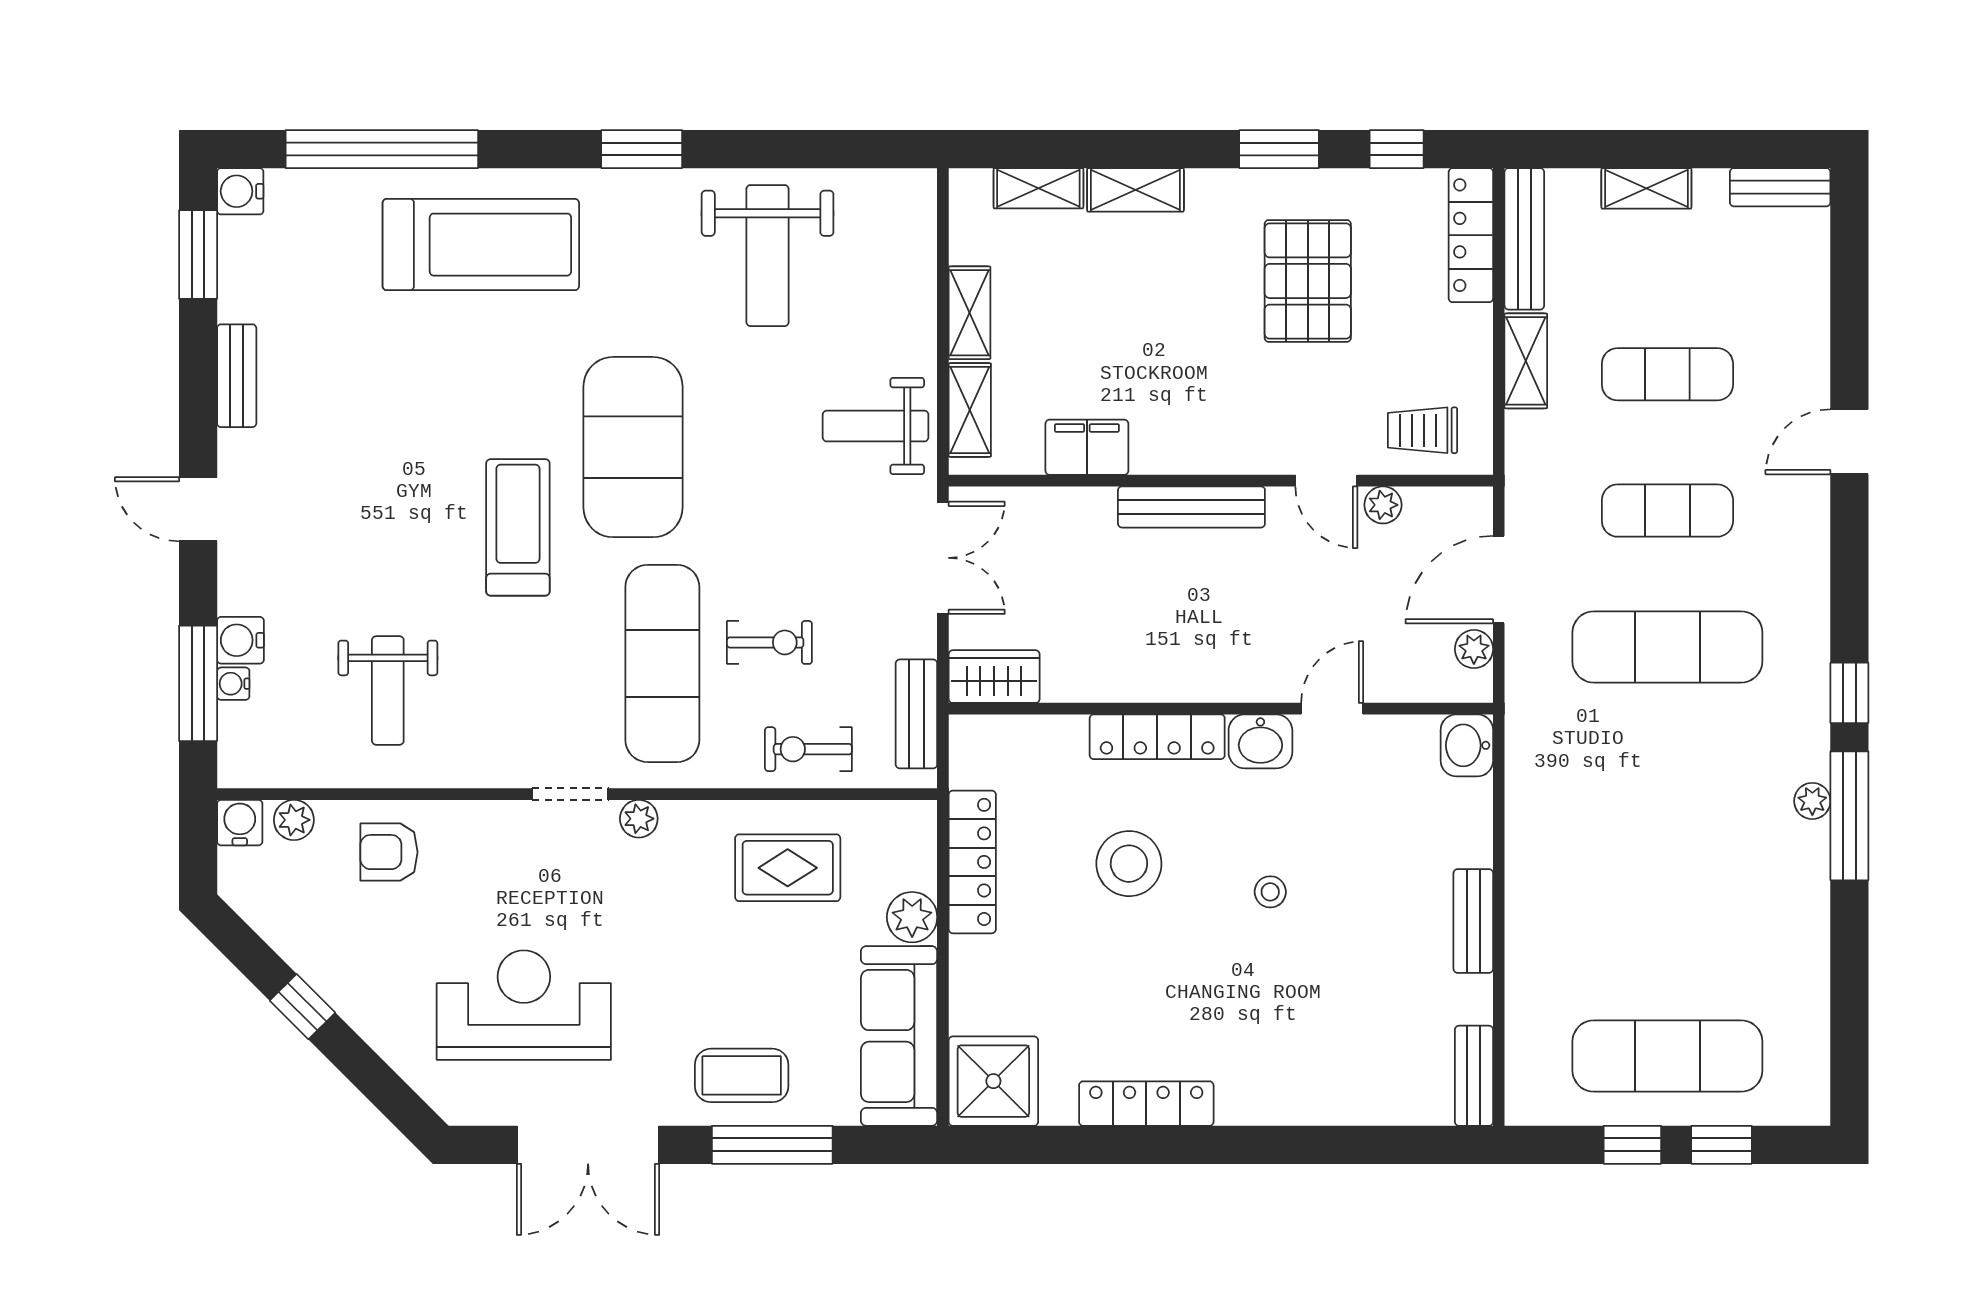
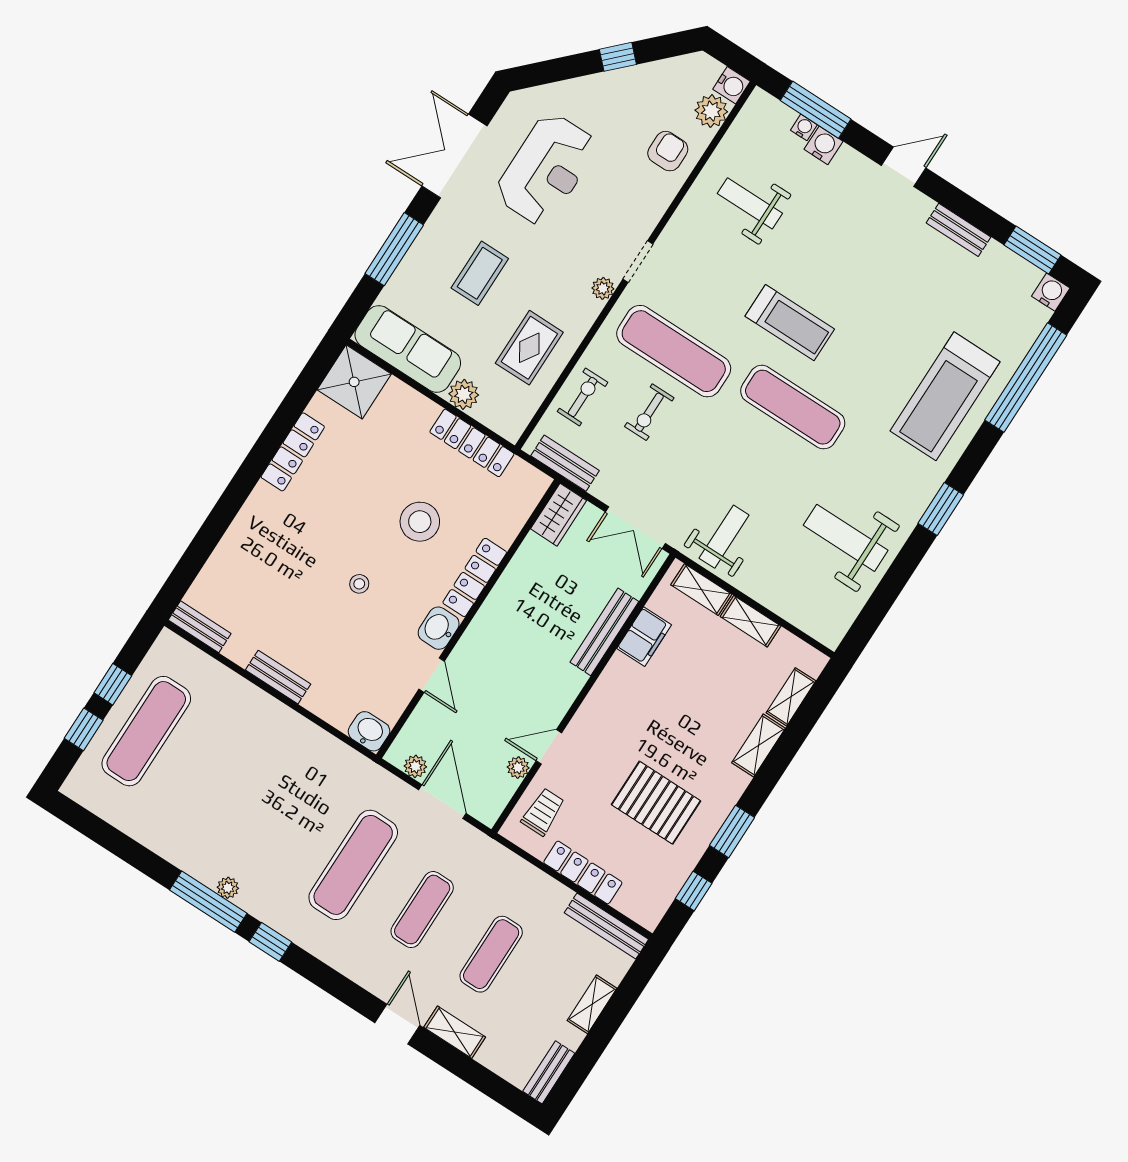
locker: (1471, 235) -> (583, 872), moved
shelving: (1526, 361) -> (455, 1032), moved
exercise mat: (633, 447) -> (793, 407), width x0.68
bench: (1191, 507) -> (604, 632), moved
plant: (294, 820) -> (711, 111), width x1.38, depth x1.38
coffee table: (742, 1075) -> (480, 273), moved

